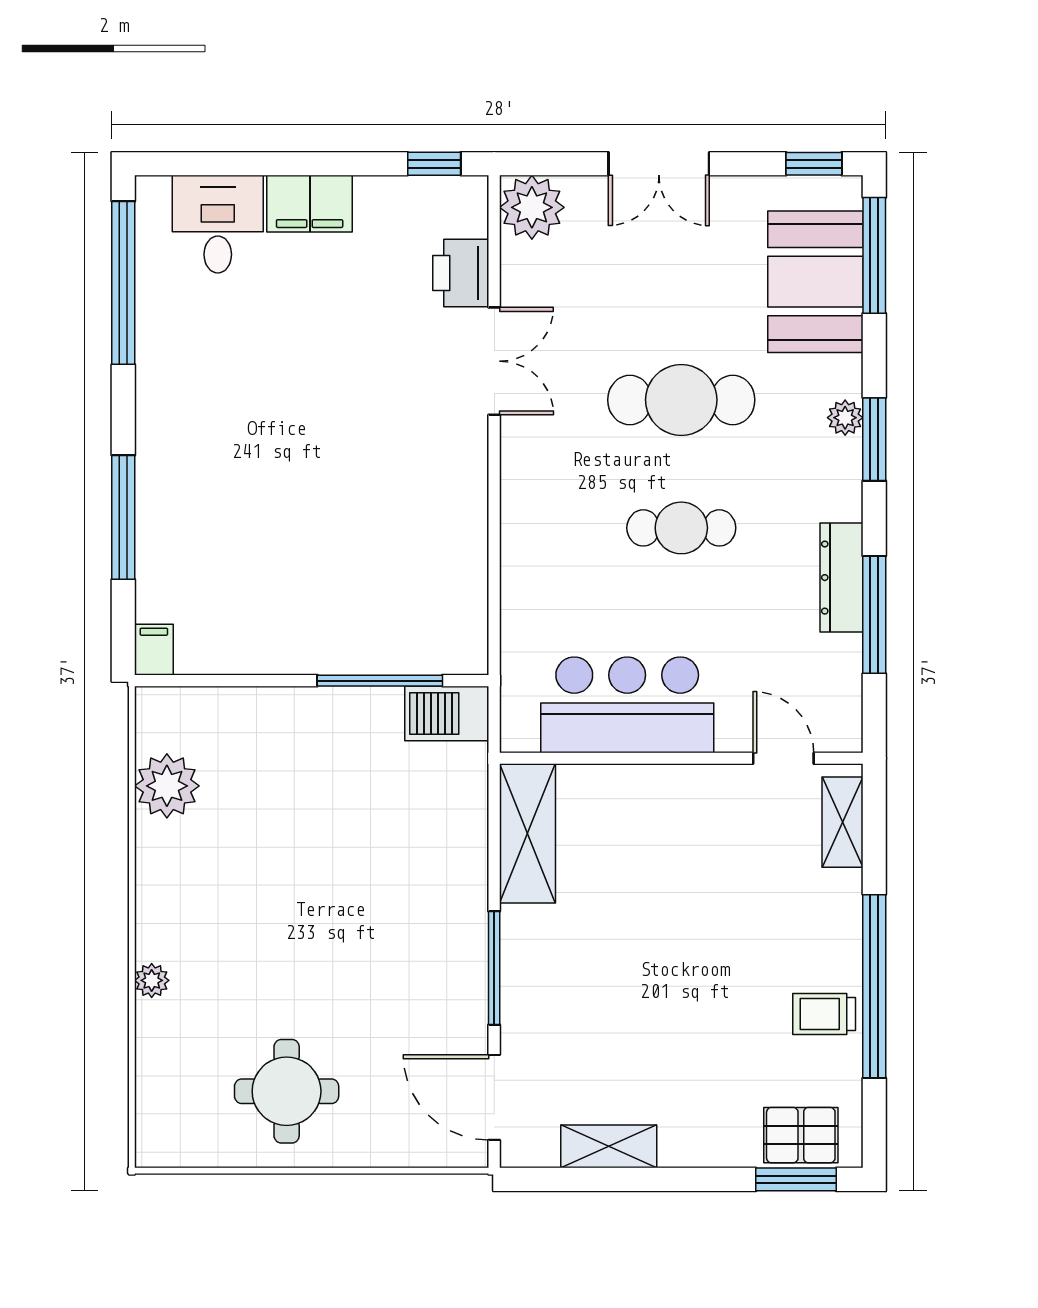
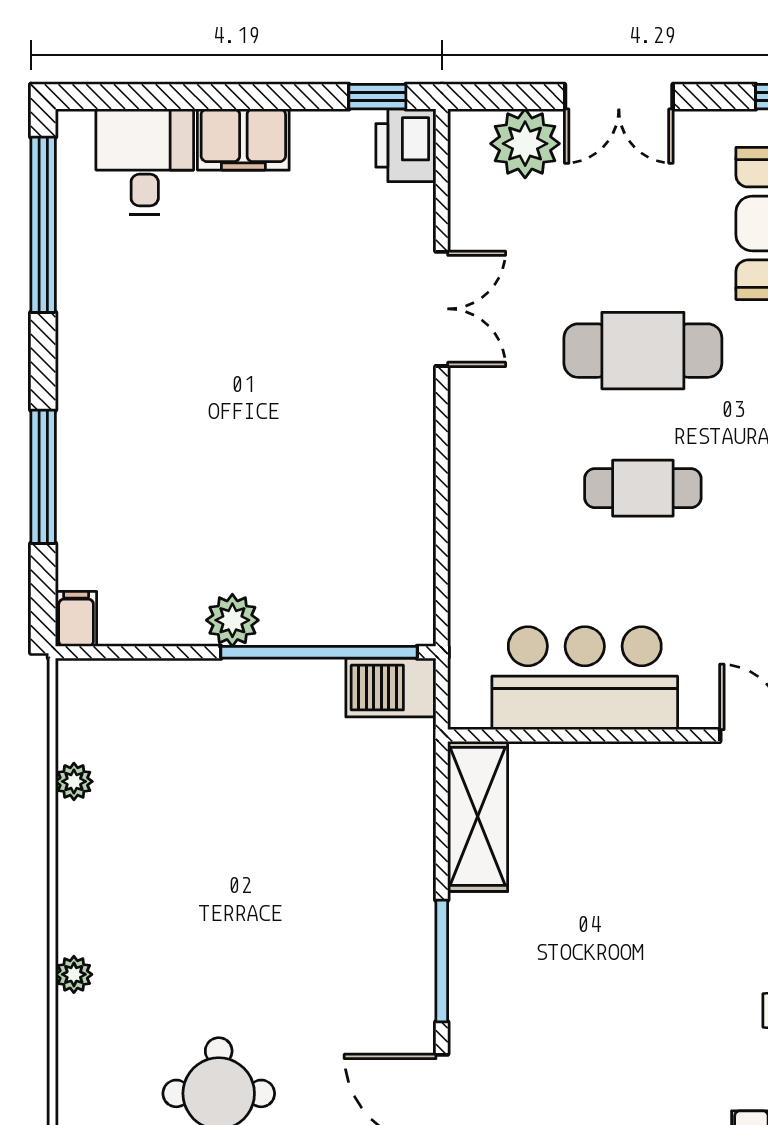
plant: (532, 207) -> (525, 144), moved
printer: (461, 273) -> (406, 145), moved
plant: (299, 651) -> (232, 620), added
window: (380, 681) -> (319, 652), width x1.46
plant: (167, 786) -> (74, 781), width x0.53, depth x0.53

